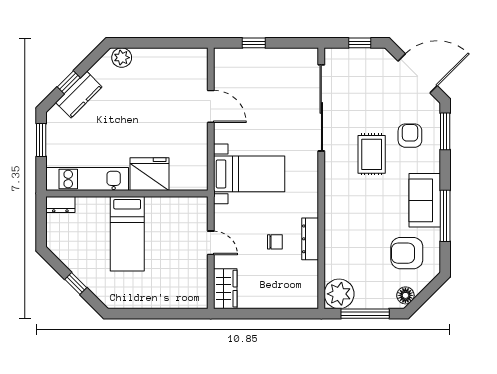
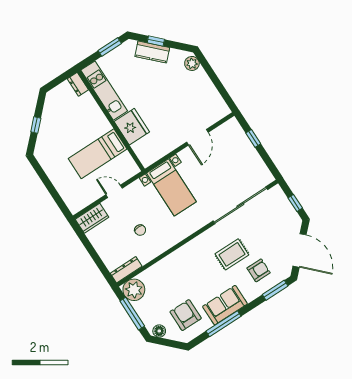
bed: (127, 234) -> (98, 154), moved
dresser: (310, 239) -> (126, 270), moved
door: (211, 243) -> (114, 191), swing flipped

